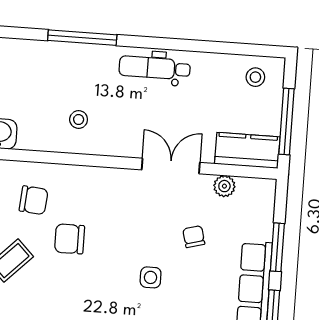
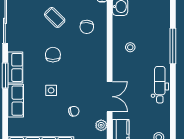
chair: (69, 239) -> (53, 55), moved

